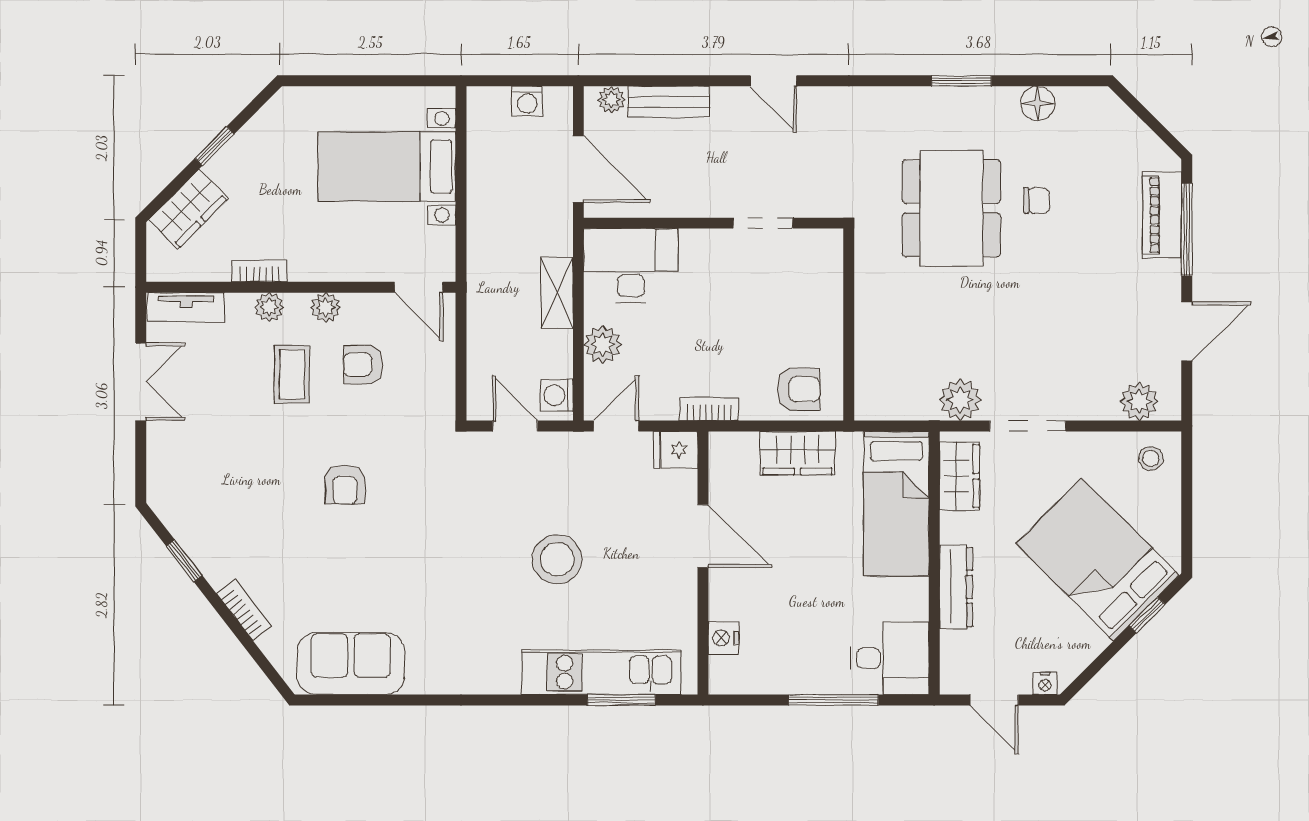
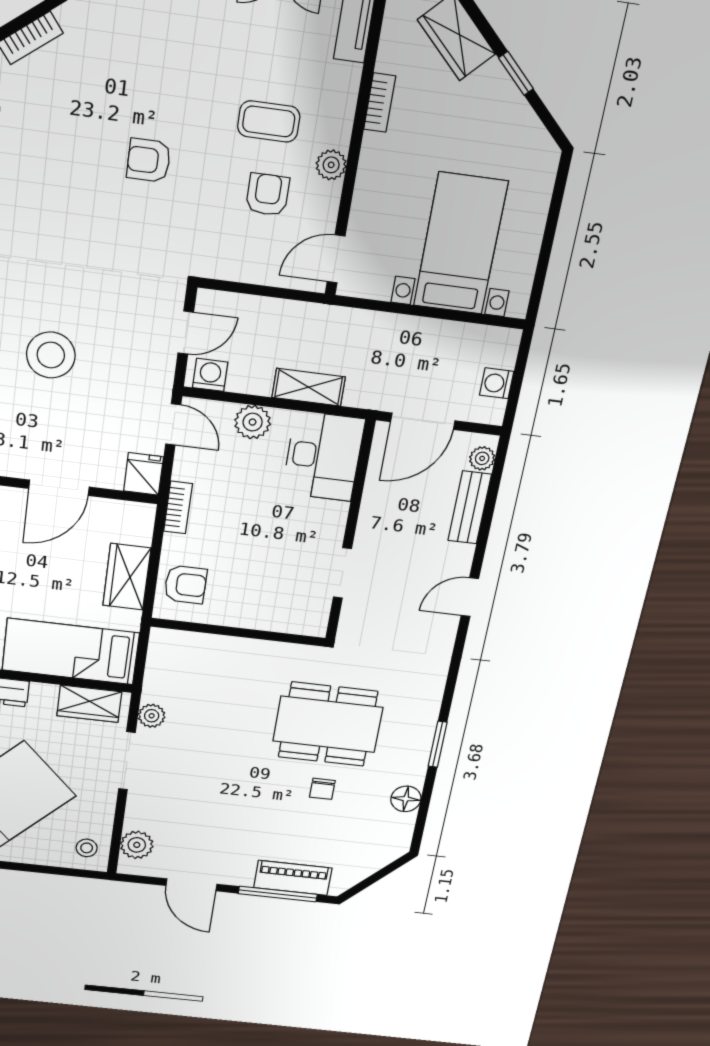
plant: (269, 307) -> (341, 107), removed
armchair: (798, 389) -> (185, 584), turned -90
plant: (960, 400) -> (152, 716), width x0.73, depth x0.73

